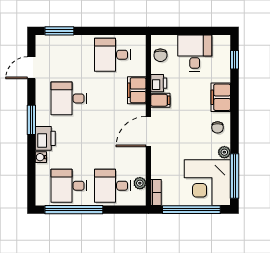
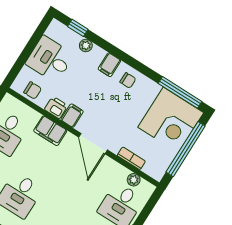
filing cabinet: (221, 97) -> (109, 65), width x0.50
plant: (224, 152) -> (86, 45), moved
bookcase: (156, 193) -> (131, 158), moved

